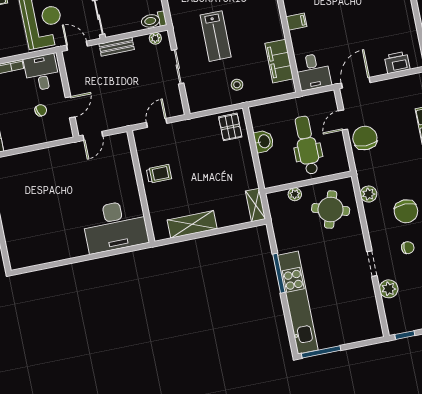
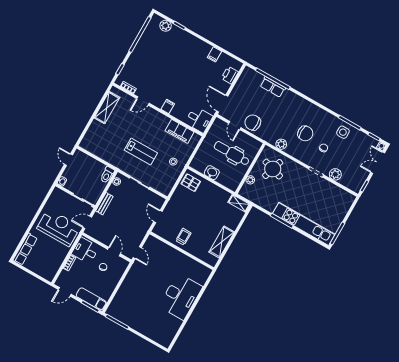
filing cabinet: (406, 23) -> (214, 54), added
desk: (115, 226) -> (181, 296), moved

